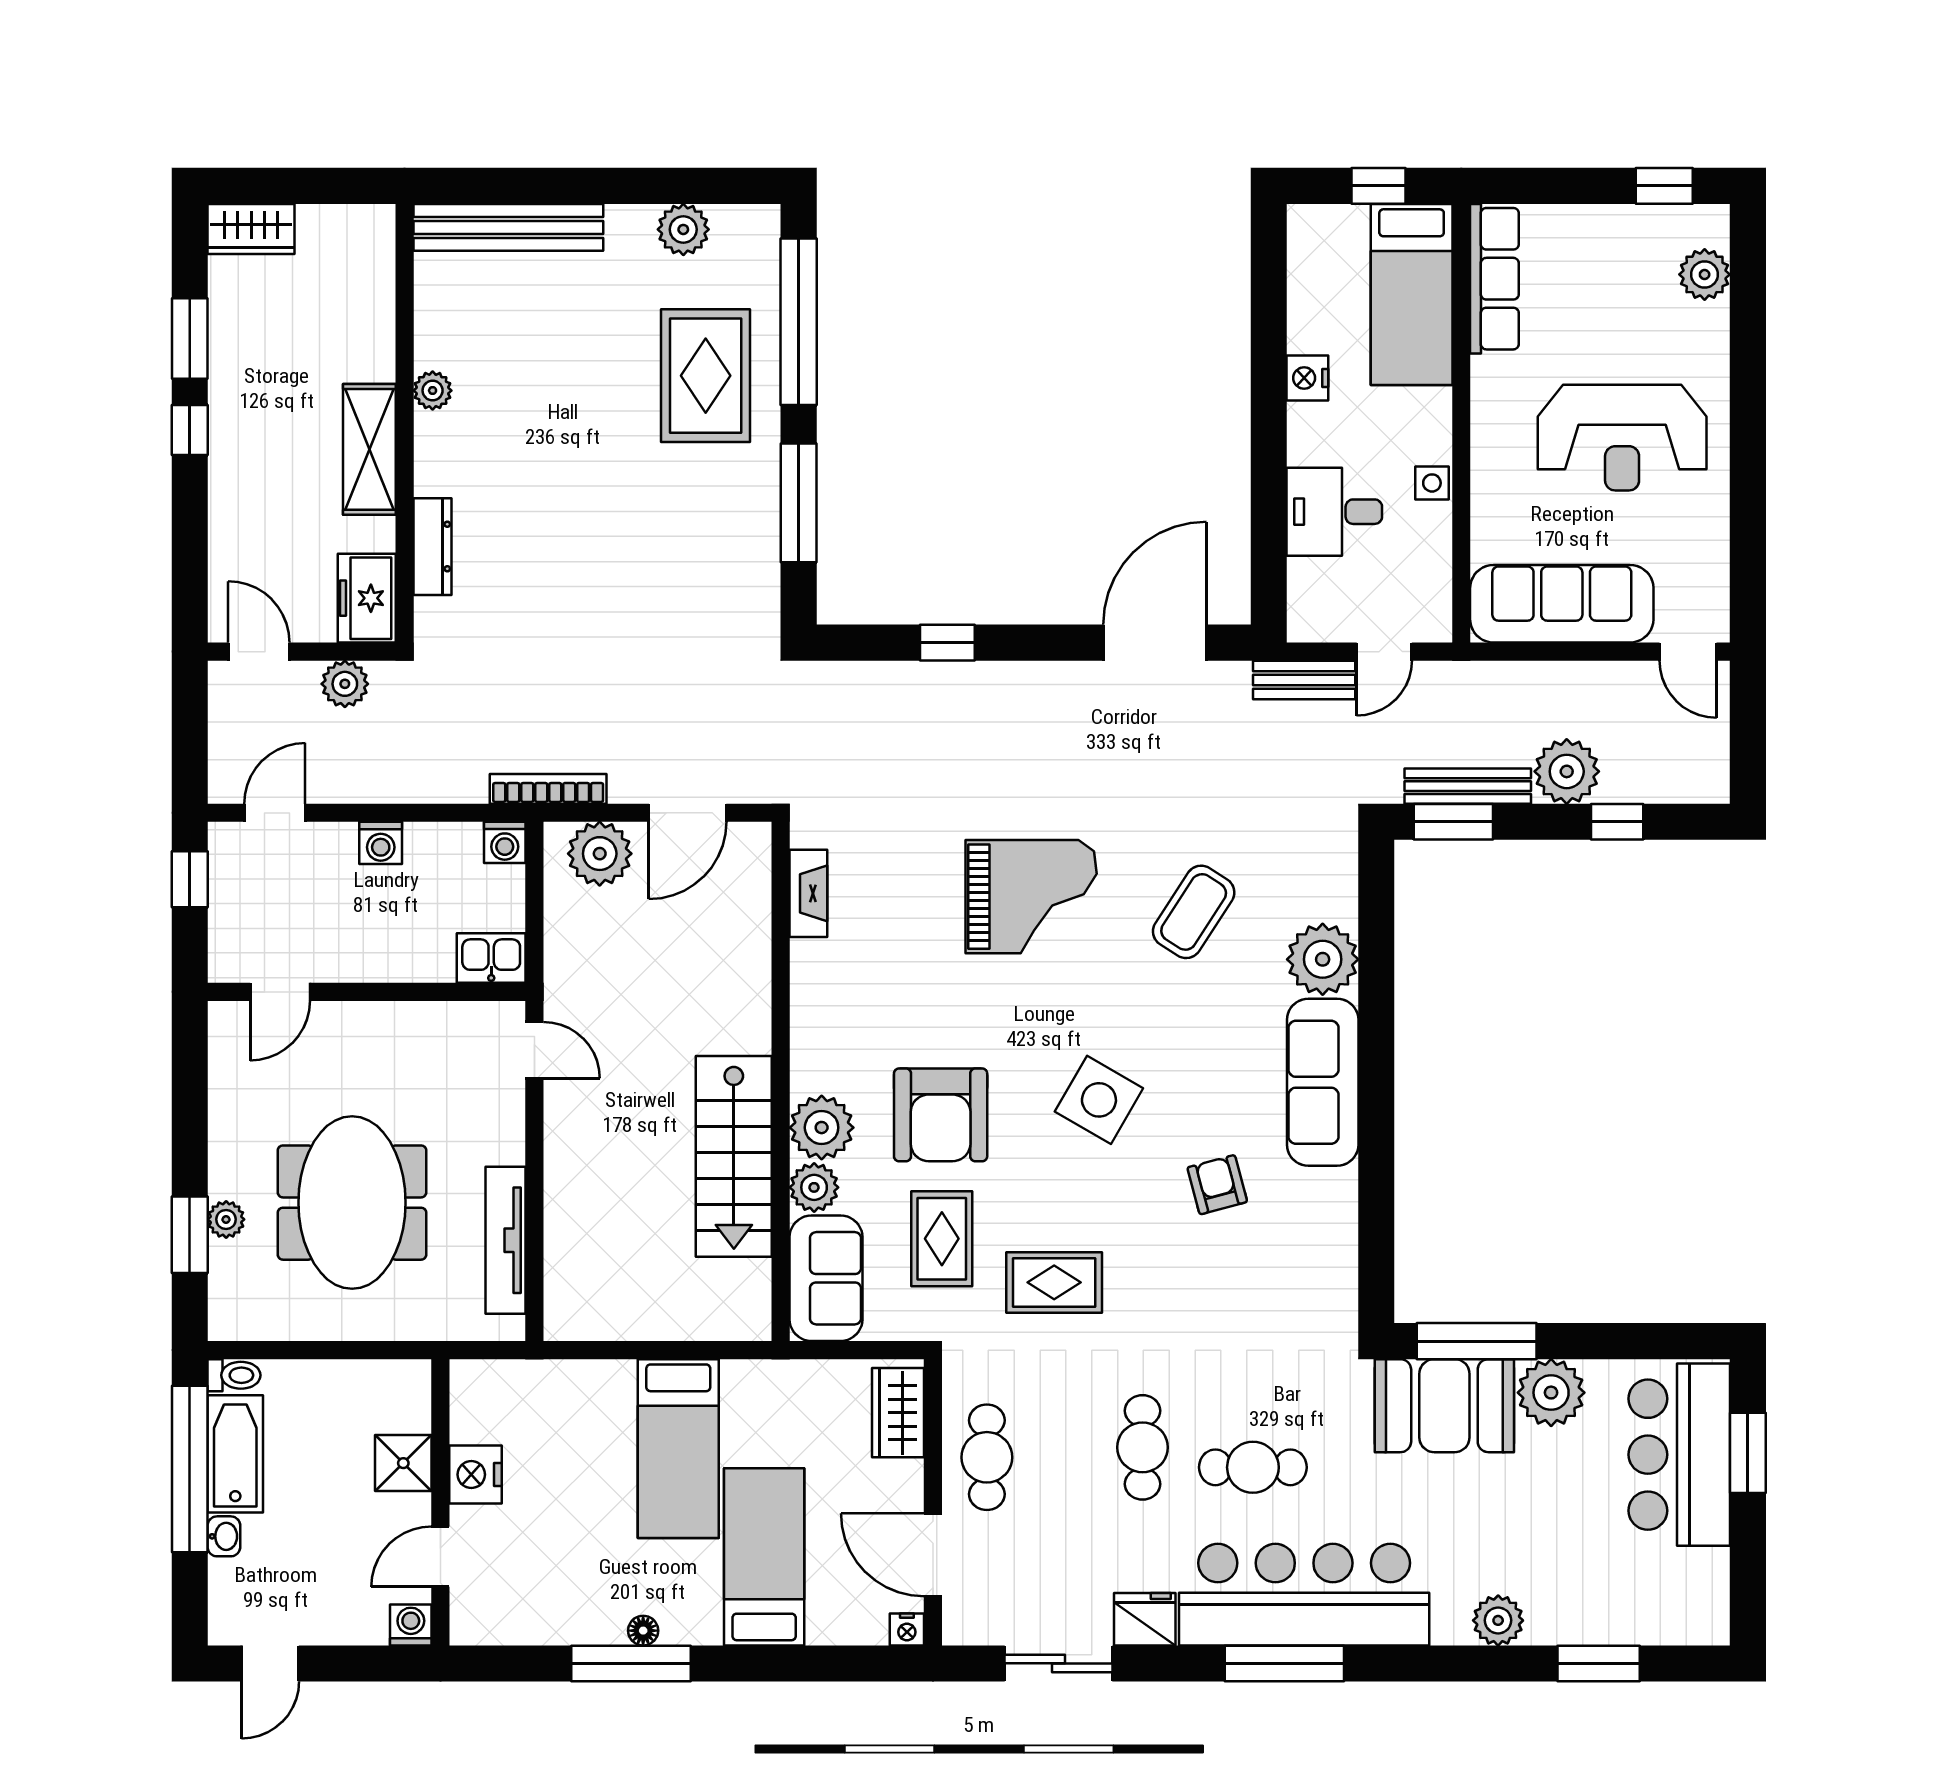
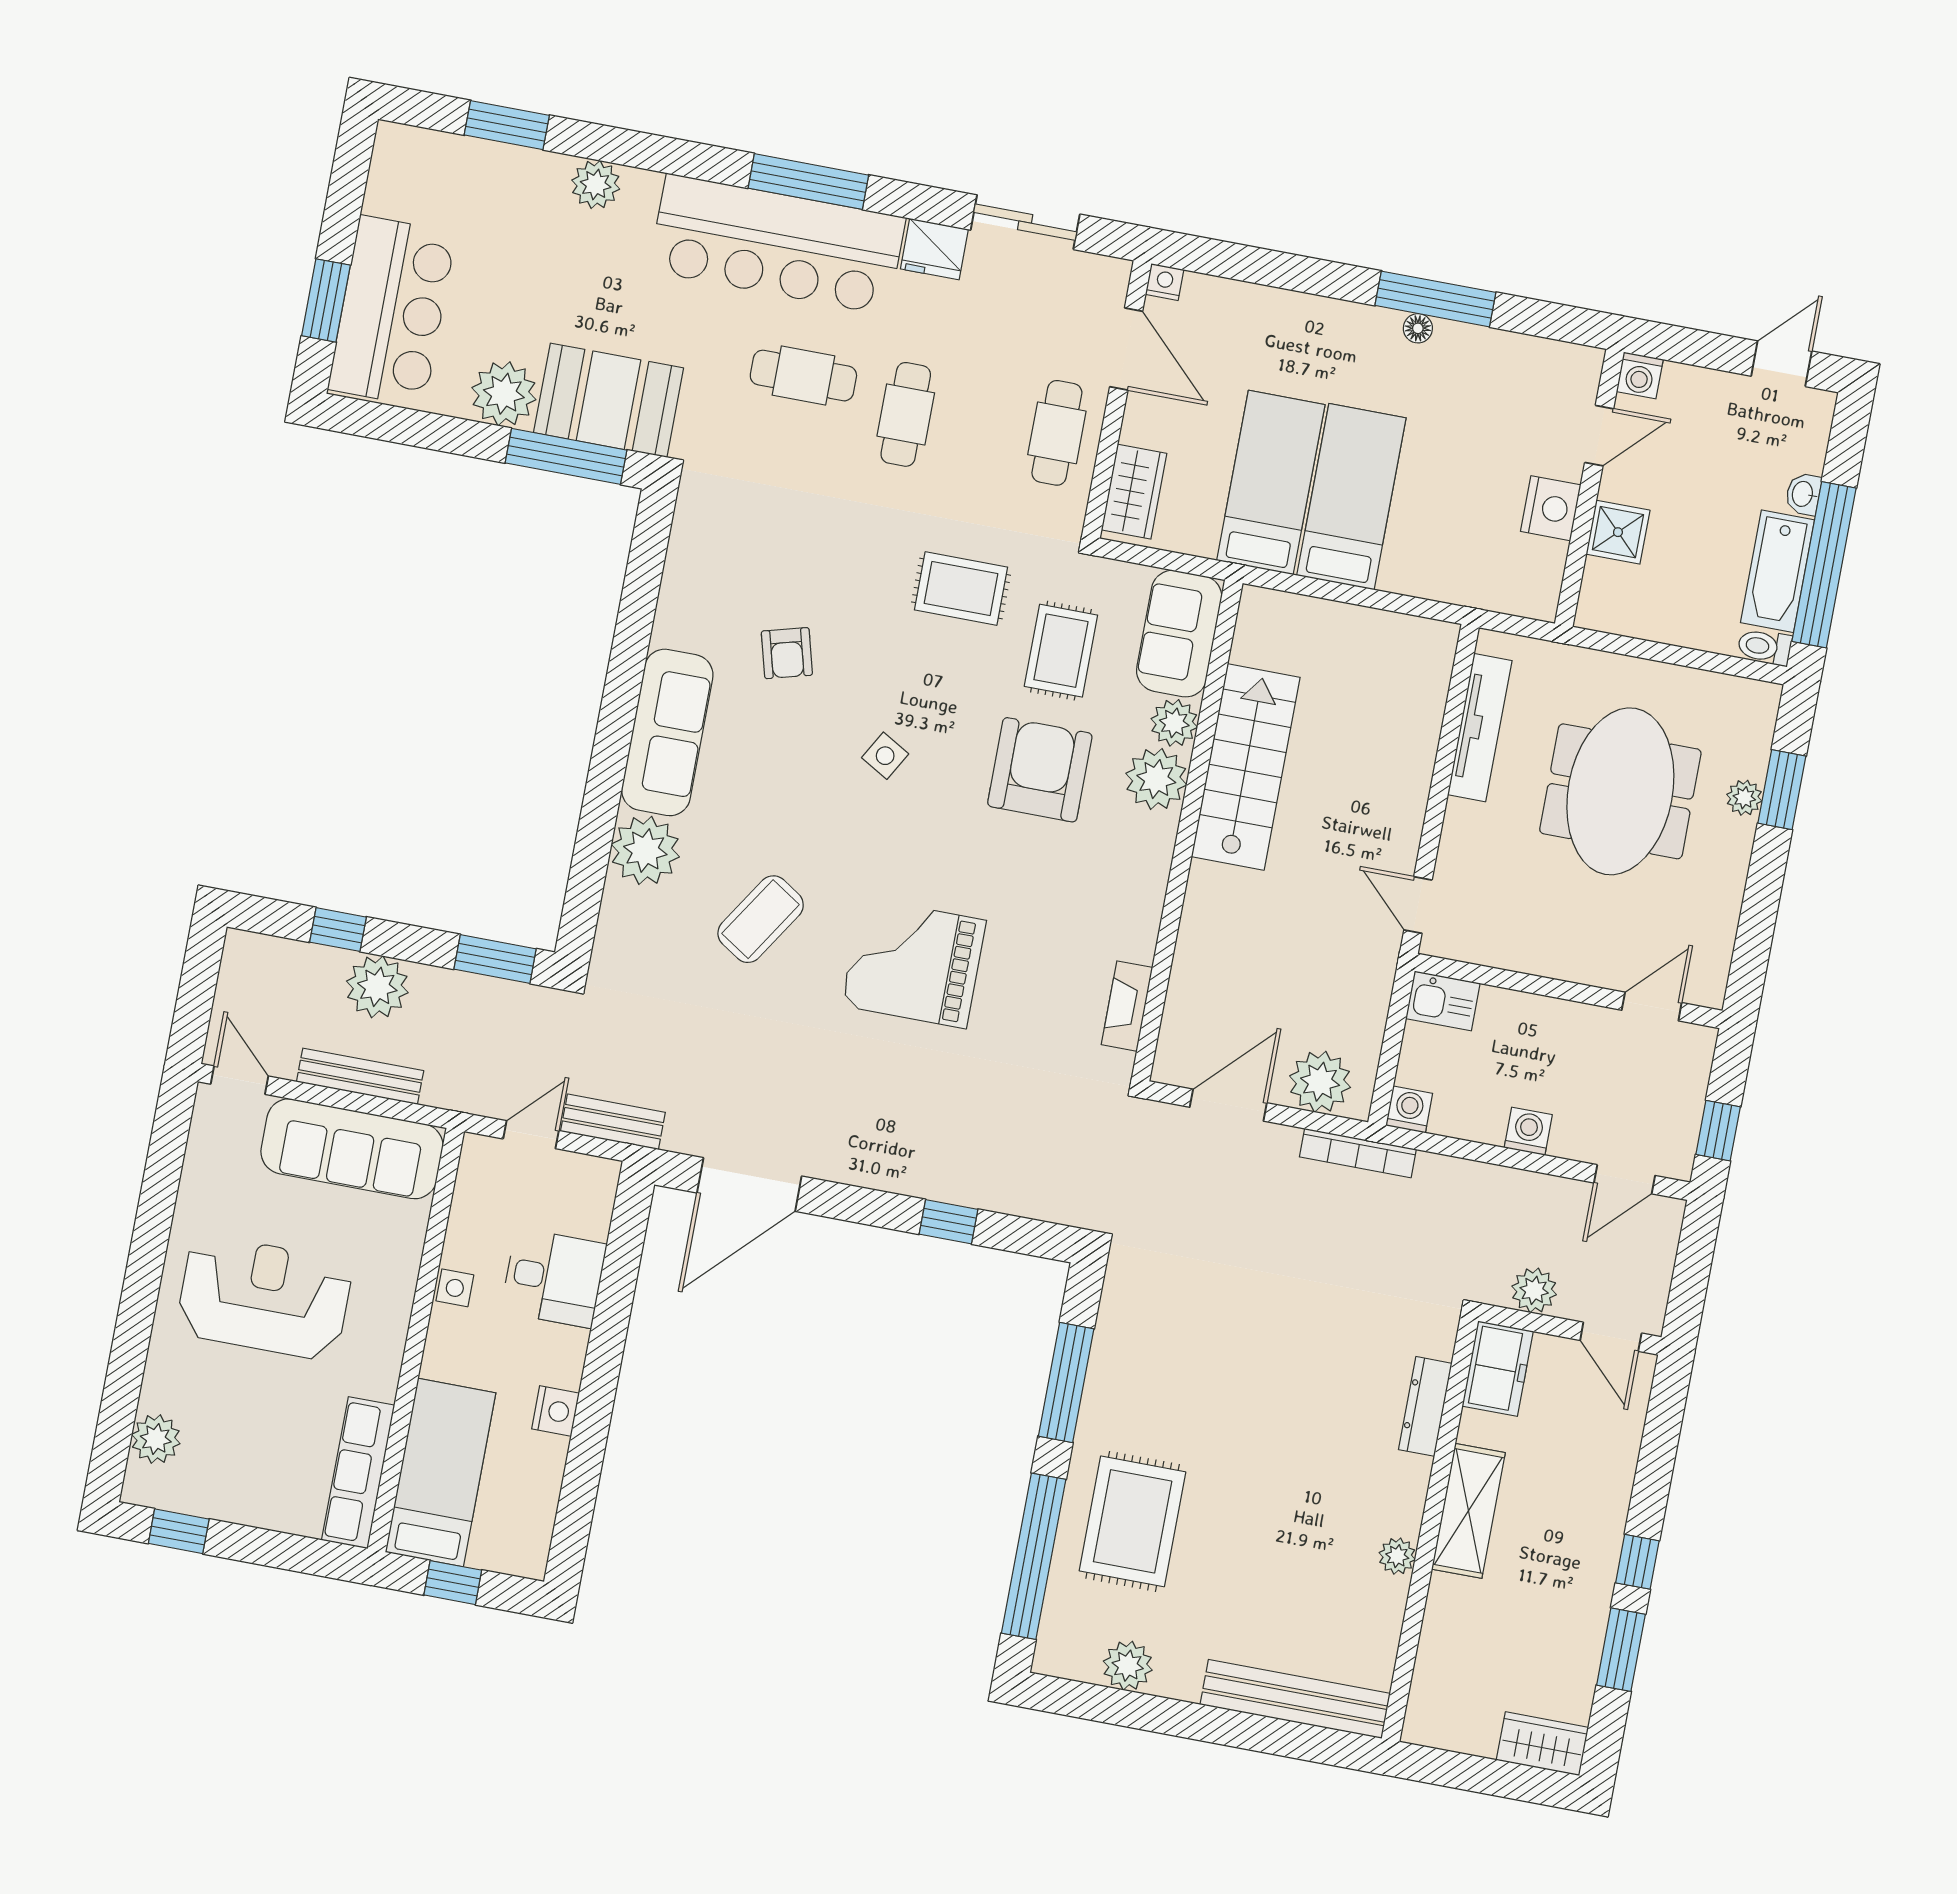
bench: (1468, 786) -> (360, 1076), moved
side table: (1099, 1100) -> (885, 756), width x0.54, depth x0.54
bed: (764, 1557) -> (1271, 482), moved, turned 180

